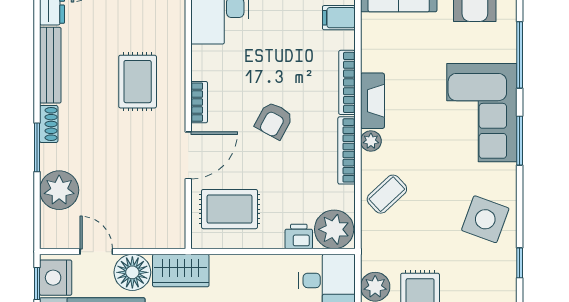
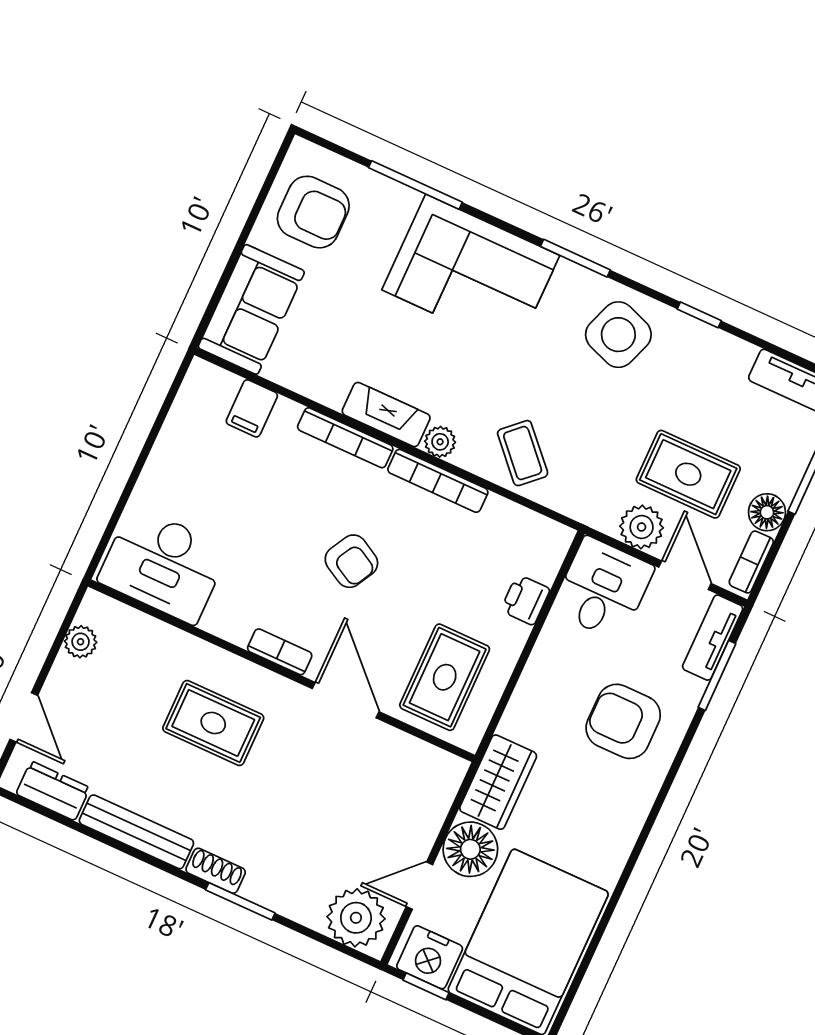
window: (520, 141) -> (575, 258), moved
plant: (59, 190) -> (356, 918), moved
plant: (334, 229) -> (538, 547), removed

